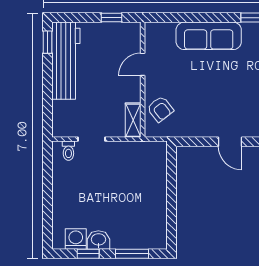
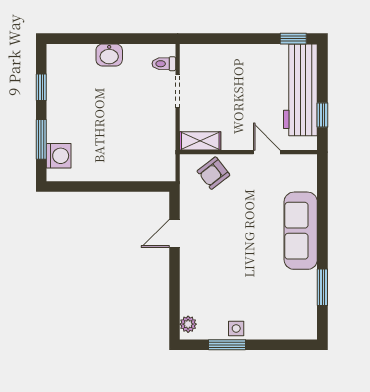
workbench: (66, 61) -> (300, 90), moved, turned 90
door: (230, 142) -> (175, 233), moved
washing machine: (76, 239) -> (59, 156), moved
washbasin: (98, 240) -> (109, 55), moved, turned 90

